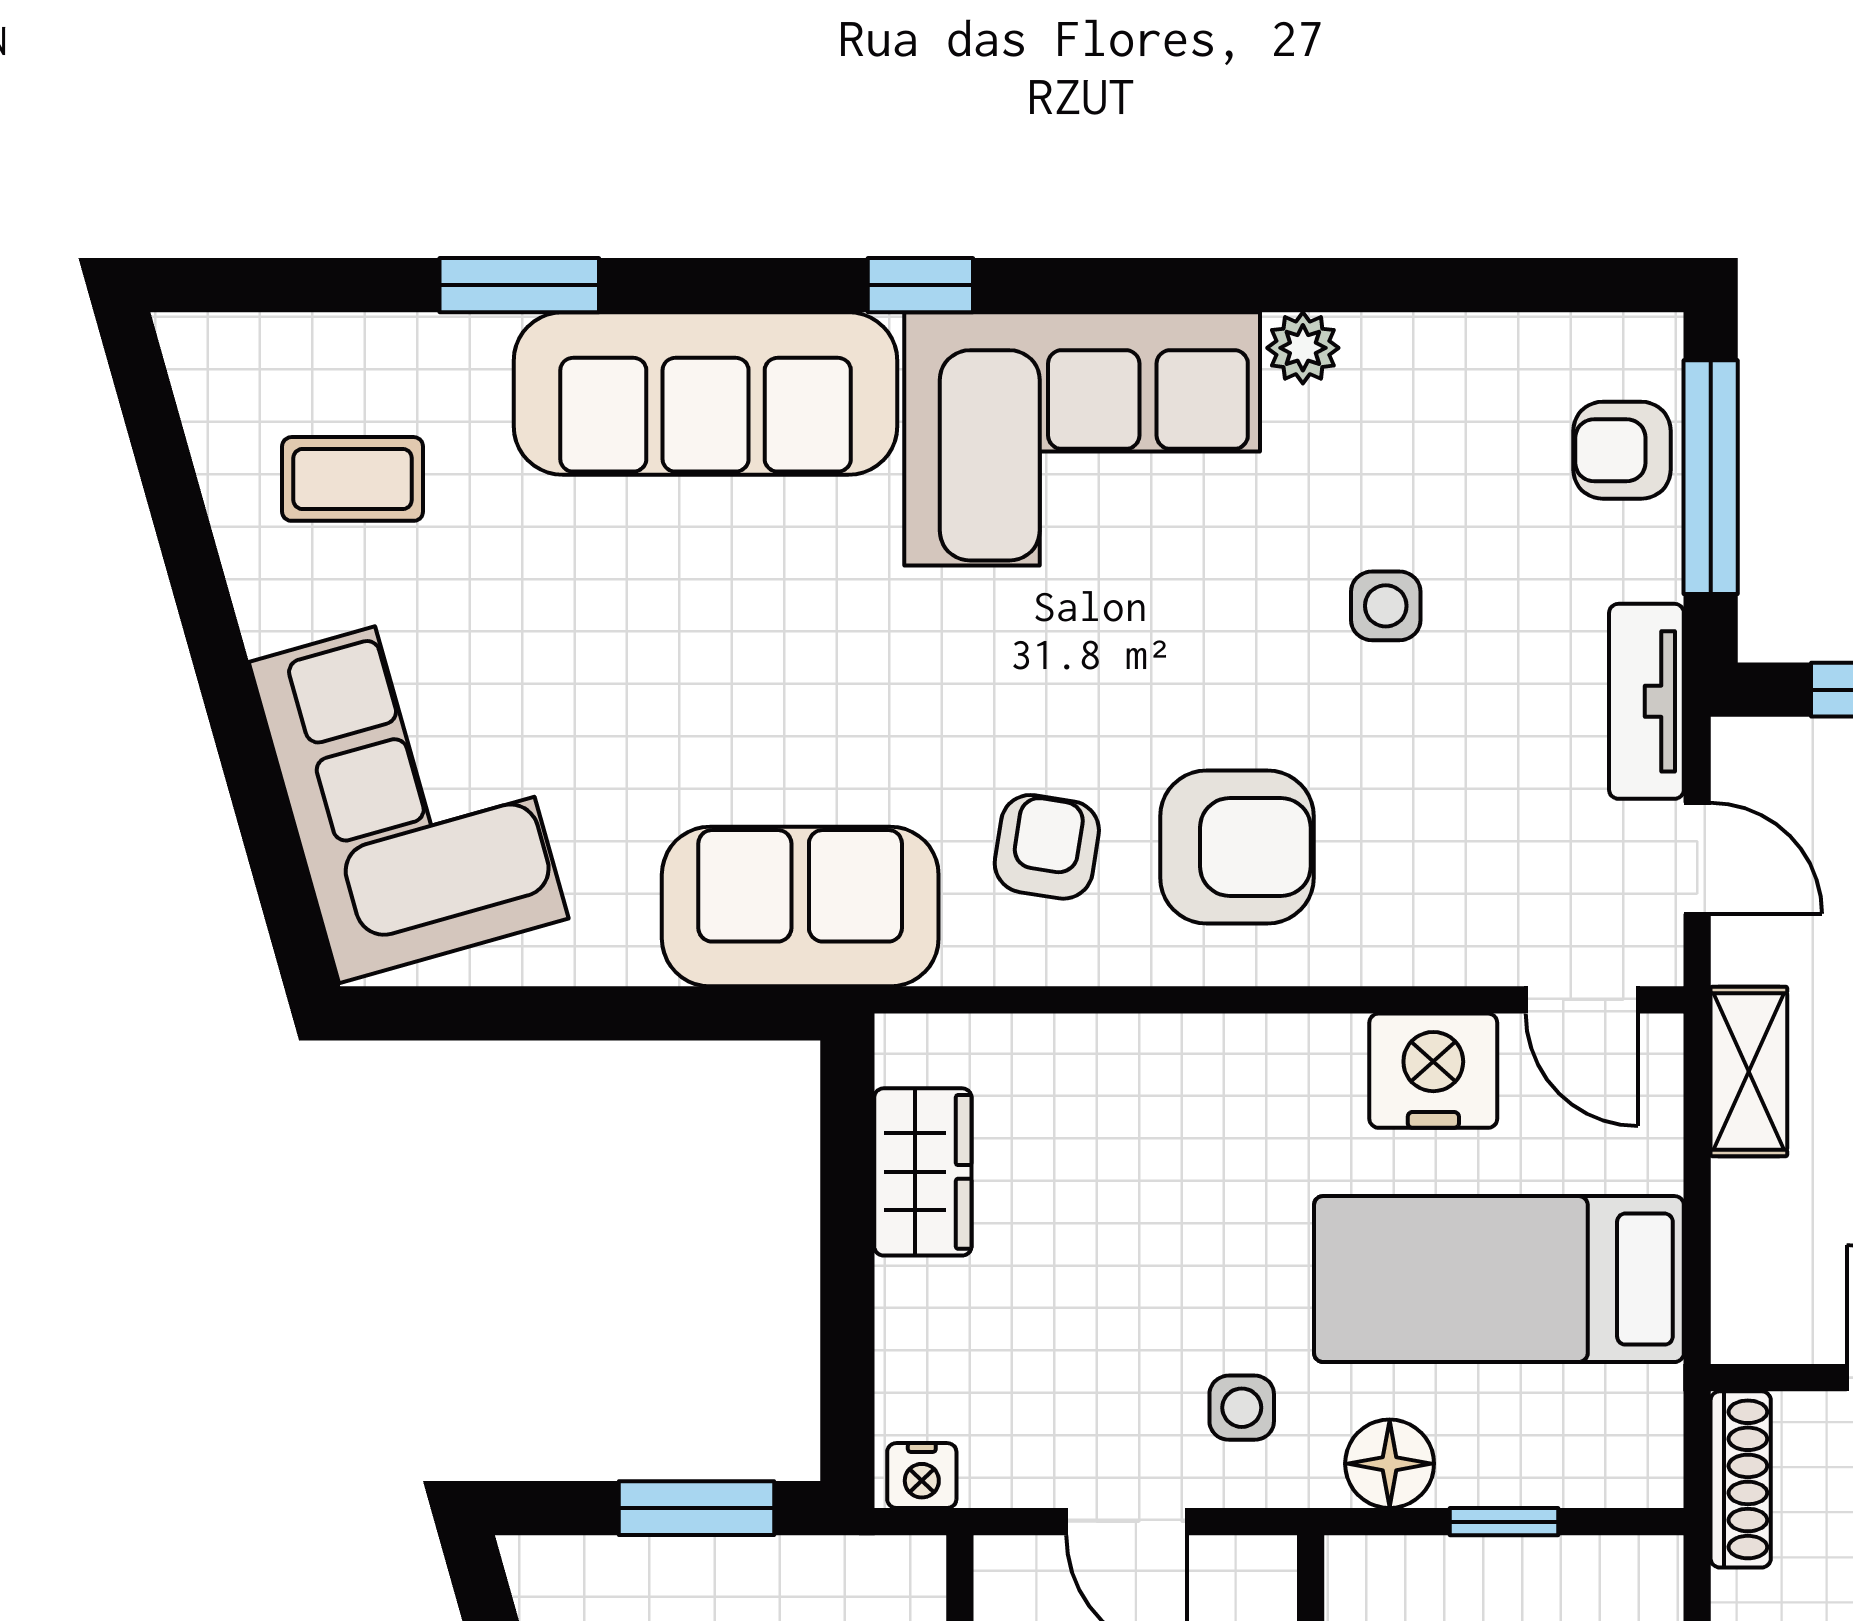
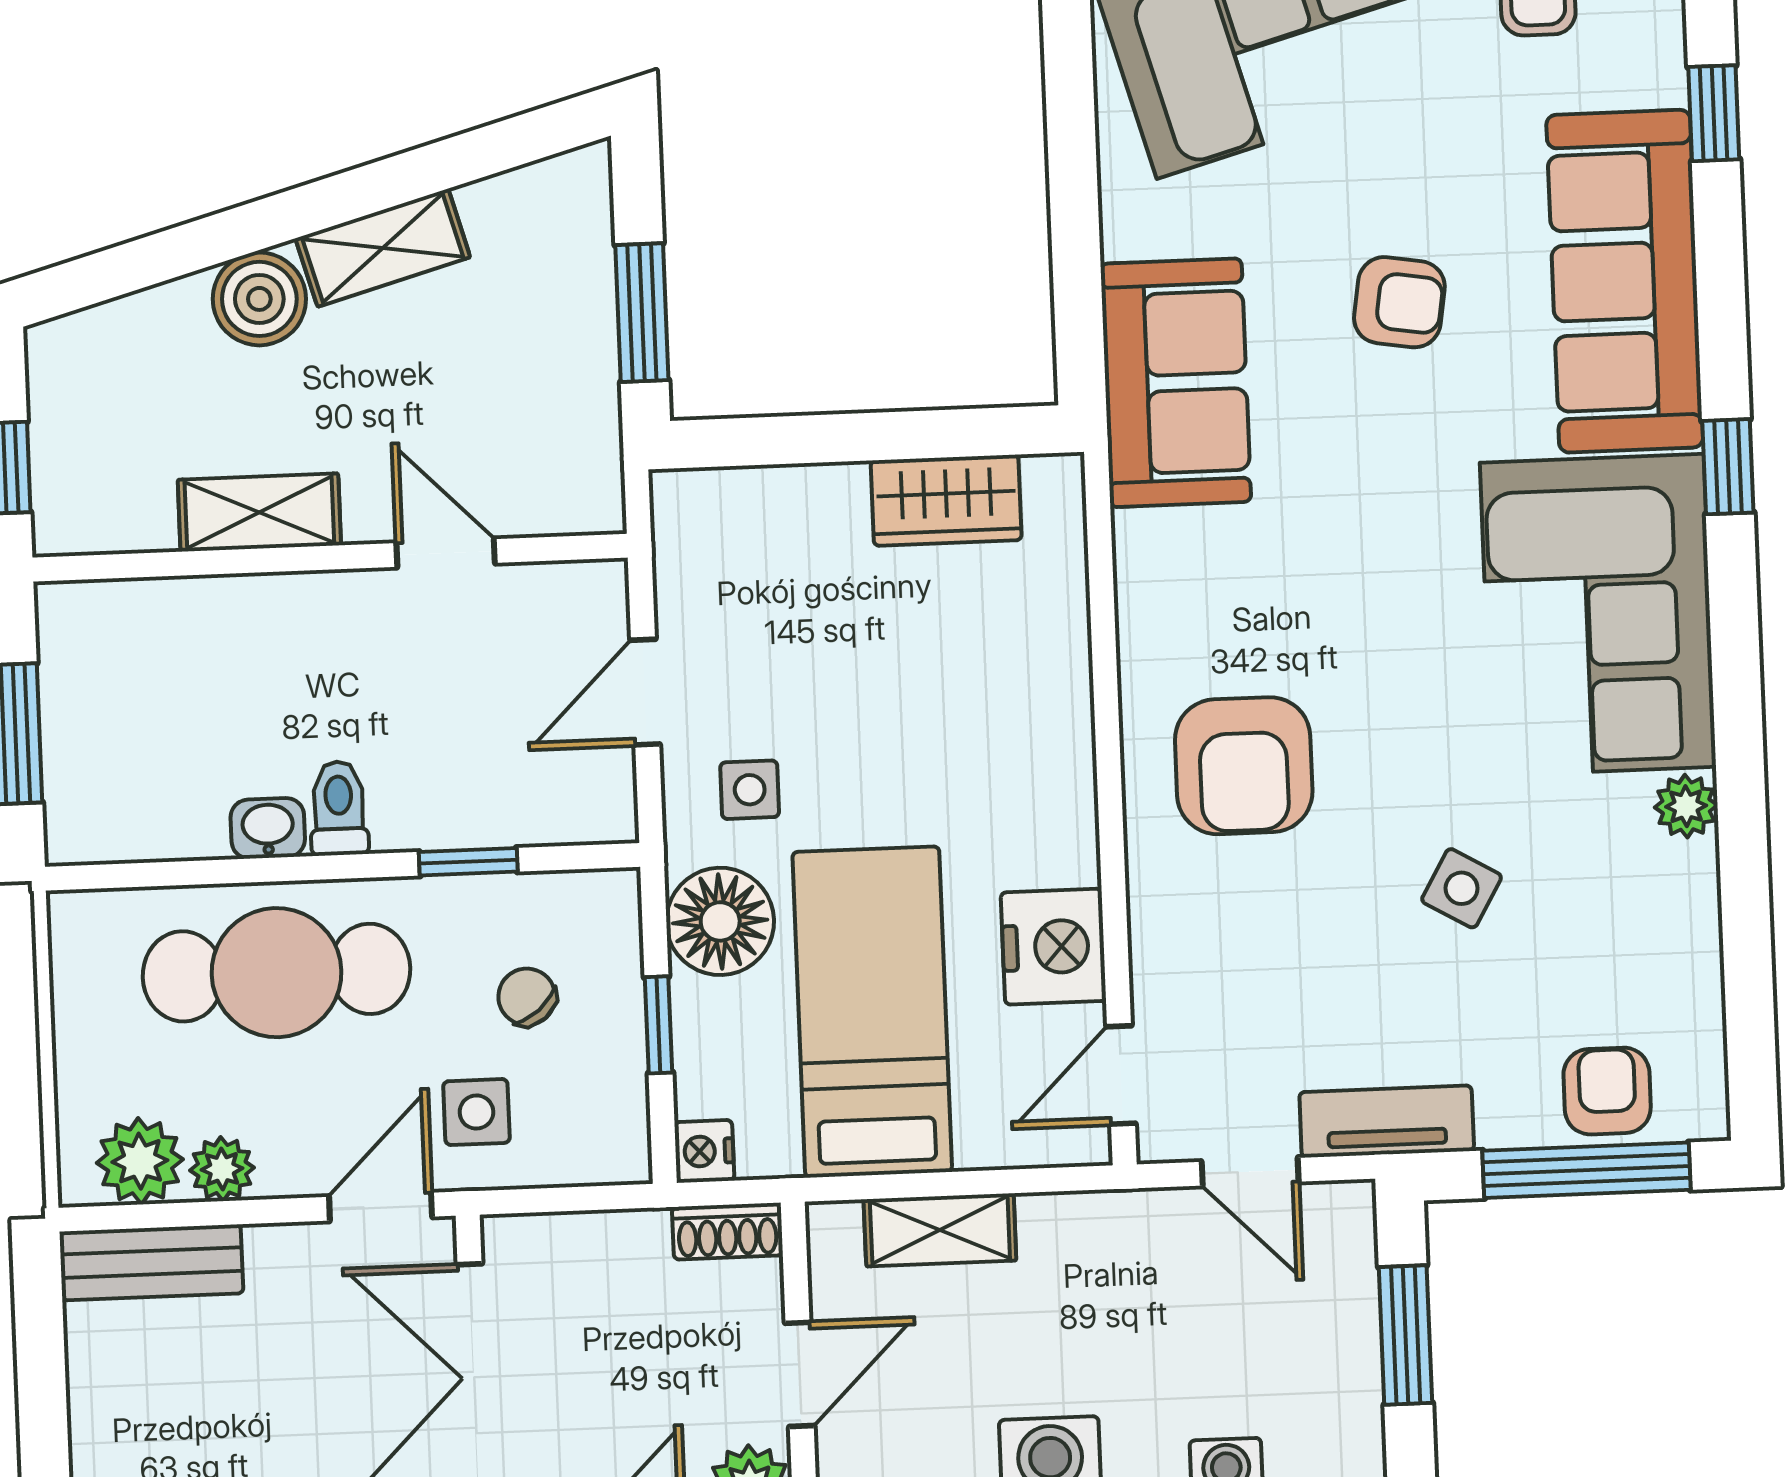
window: (519, 285) -> (1714, 113), width x0.67
side table: (1386, 606) -> (1462, 888), turned 30
armchair: (1047, 847) -> (1399, 302), moved
door: (1697, 858) -> (1250, 1172), hinge flipped
shelving: (1749, 1071) -> (940, 1230), moved
floor lamp: (1390, 1464) -> (720, 921), width x1.38, depth x1.38
nightstand: (922, 1475) -> (704, 1151), moved
shoe rack: (1741, 1479) -> (727, 1231), width x0.70

